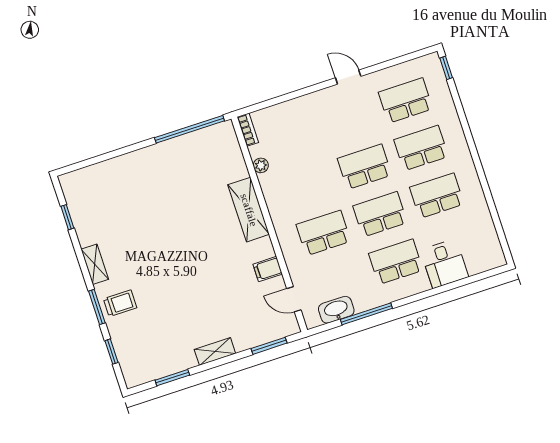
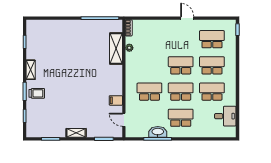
shelving: (249, 210) -> (116, 49), moved
desk: (444, 264) -> (225, 116), moved, turned -90
washbasin: (336, 310) -> (158, 132), moved

